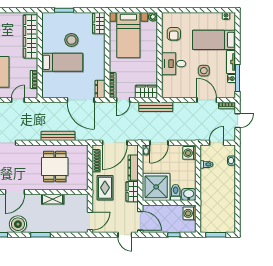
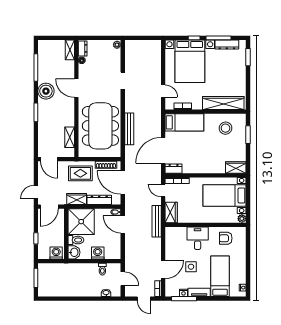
stool: (71, 40) -> (226, 128), moved
bed: (62, 62) -> (184, 122), moved, turned -90
washing machine: (189, 153) -> (98, 253), moved
dining table: (55, 167) -> (100, 126), width x1.87, depth x1.24
shelving: (53, 199) -> (70, 137), moved

